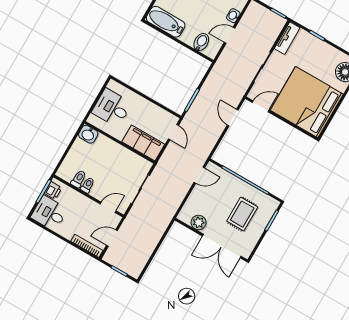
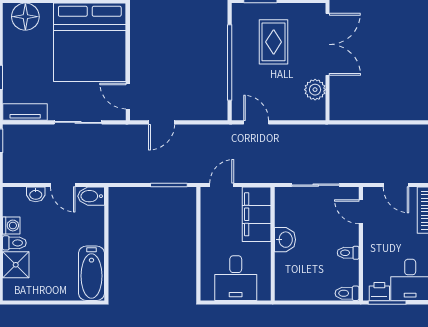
bidet: (201, 42) -> (91, 196), moved
washbasin: (88, 134) -> (285, 240), moved
toilet: (79, 179) -> (347, 293), moved
rug: (242, 214) -> (274, 42), turned 90

